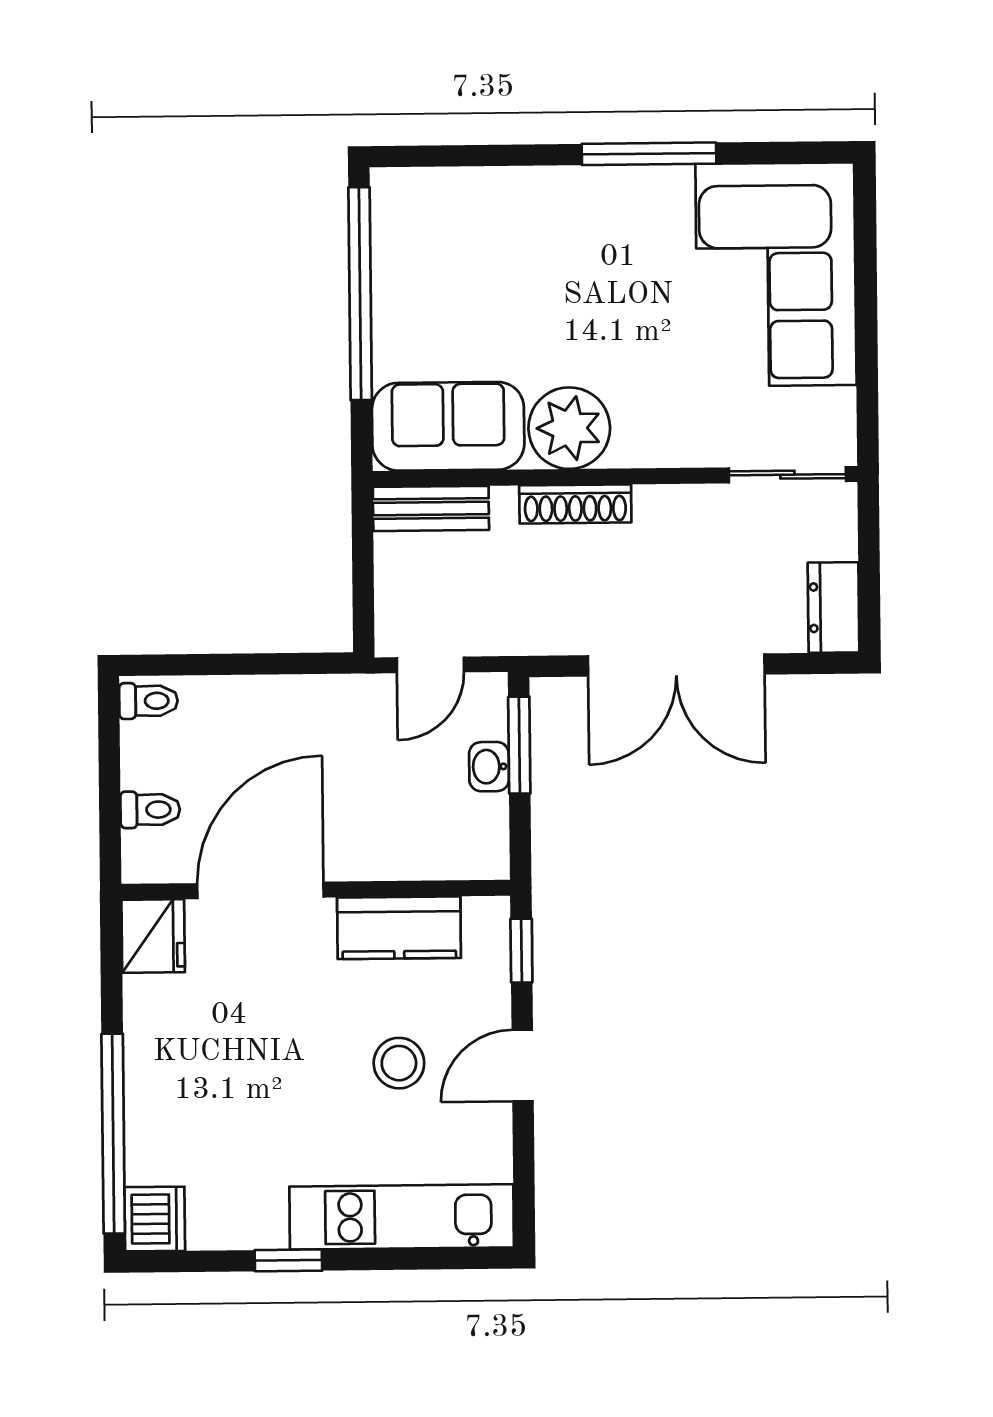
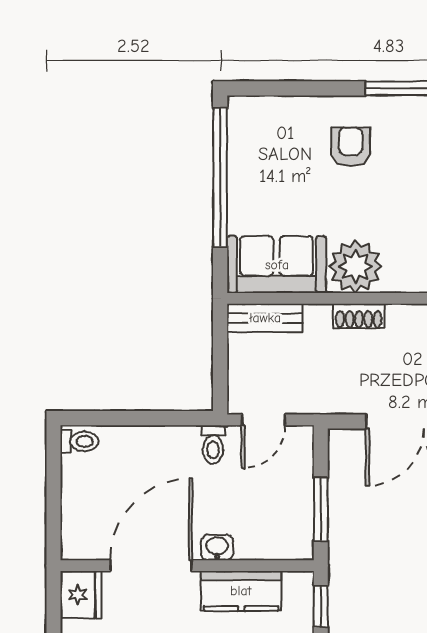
armchair: (560, 244) -> (351, 147), added
shoe rack: (575, 504) -> (359, 316), width x0.70
window: (519, 745) -> (321, 509), moved
washbasin: (489, 767) -> (217, 547), moved, turned 90
toilet: (150, 810) -> (213, 444), moved, turned 90

